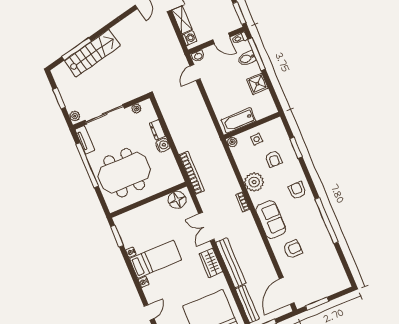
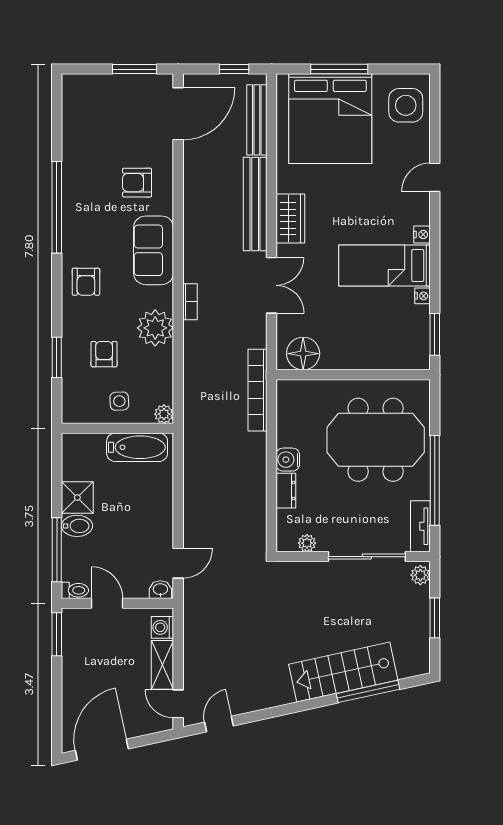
bidet: (247, 58) -> (77, 526), moved

